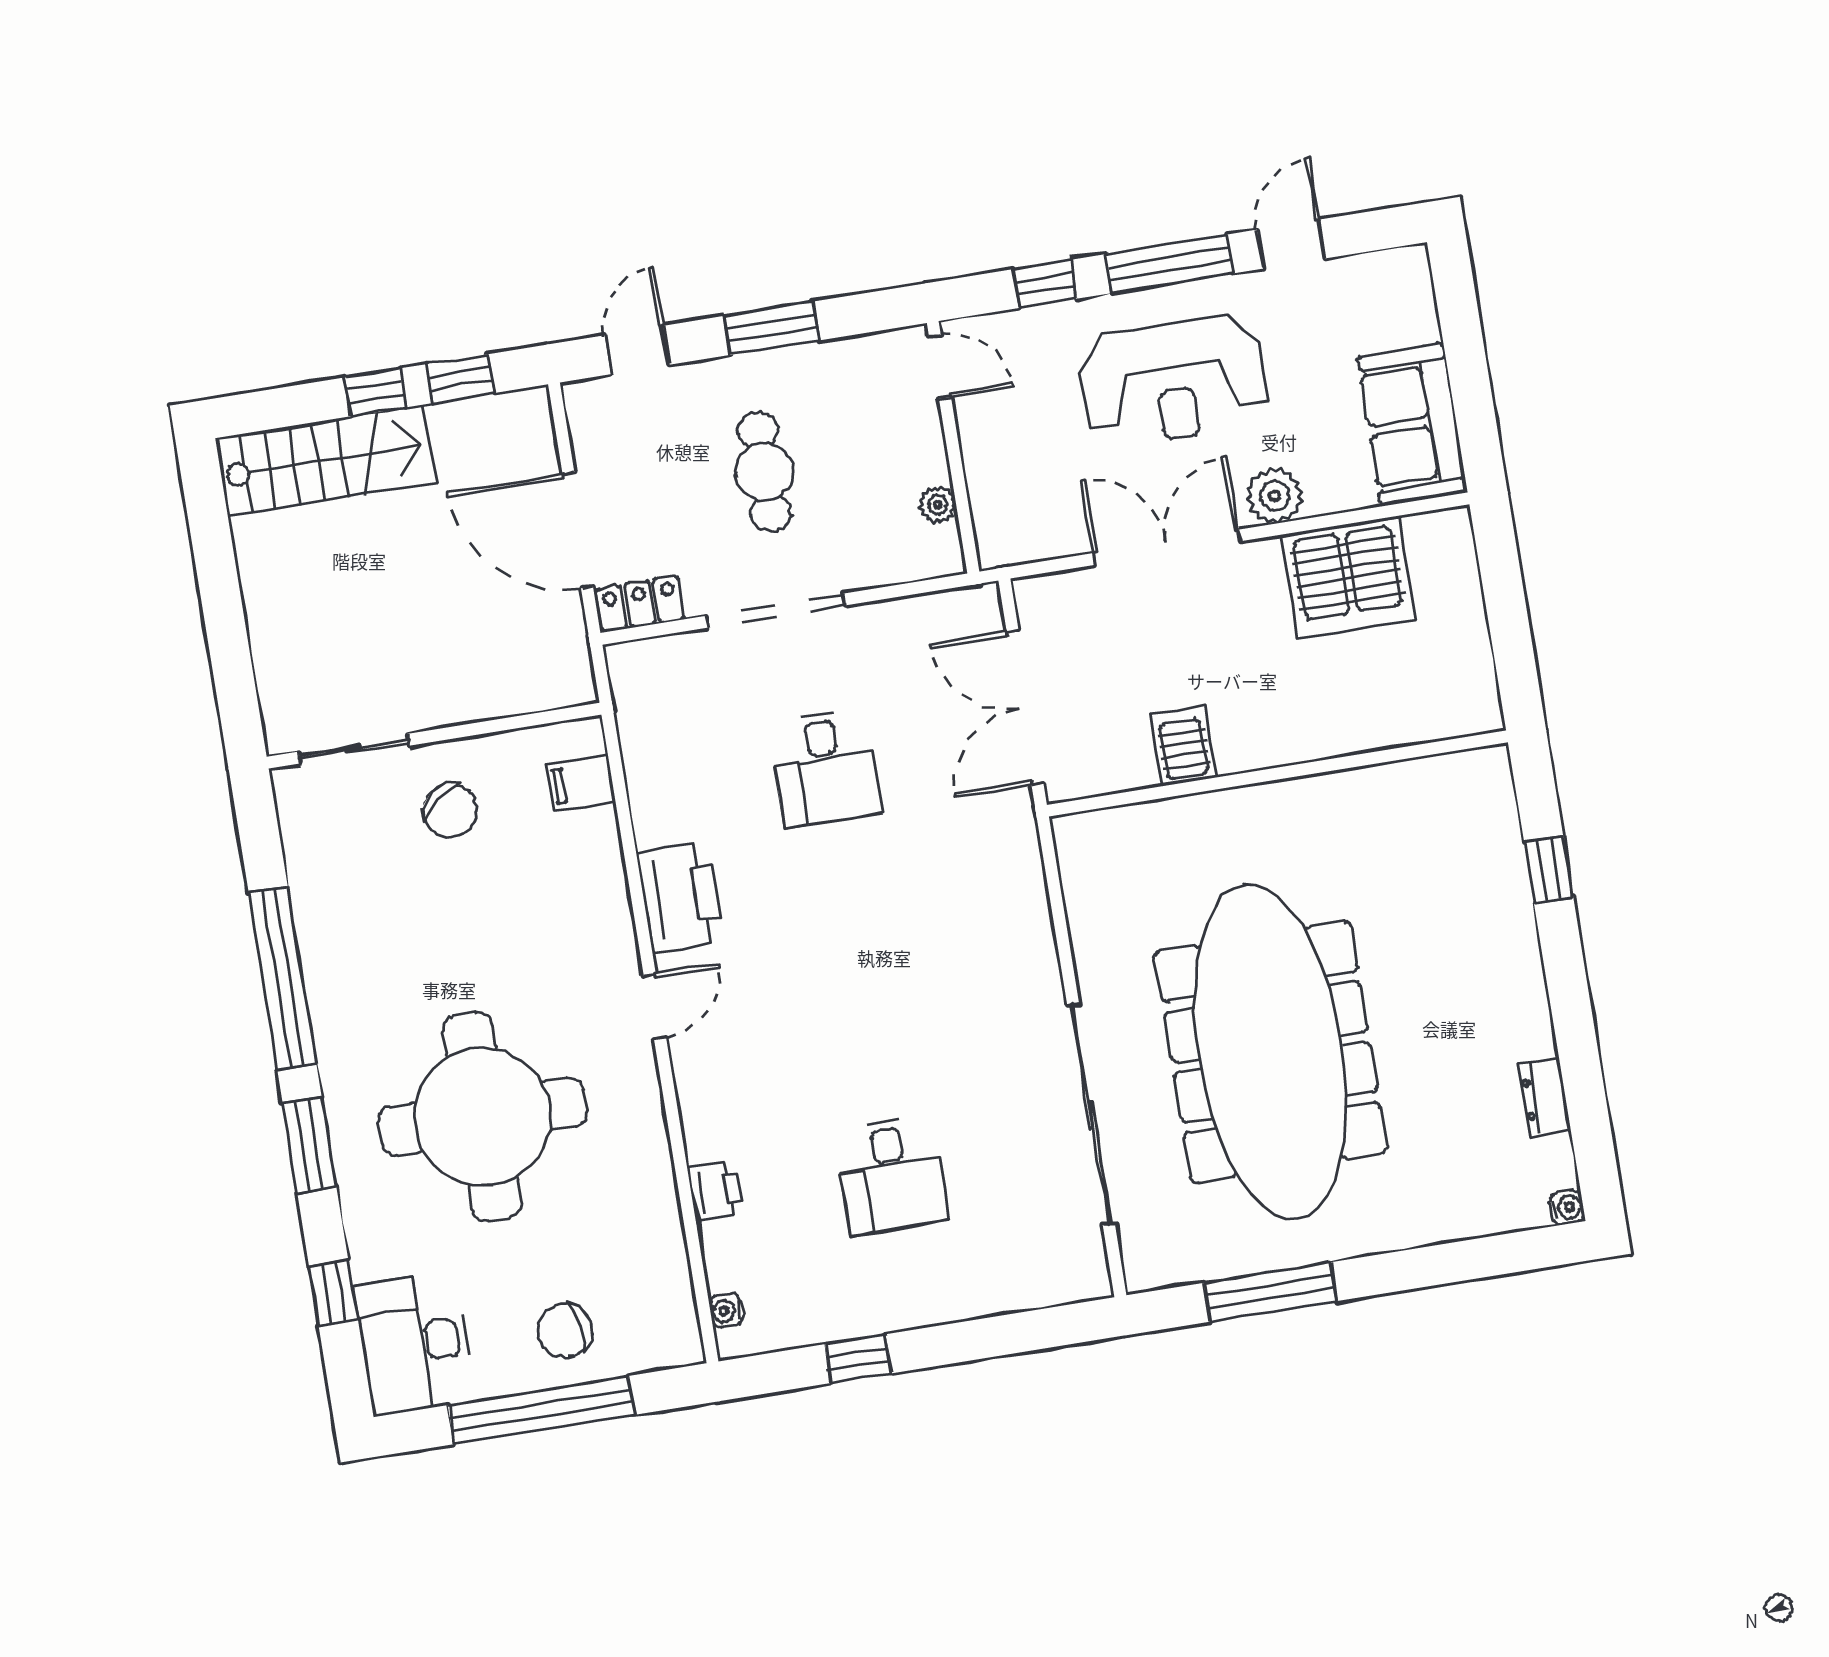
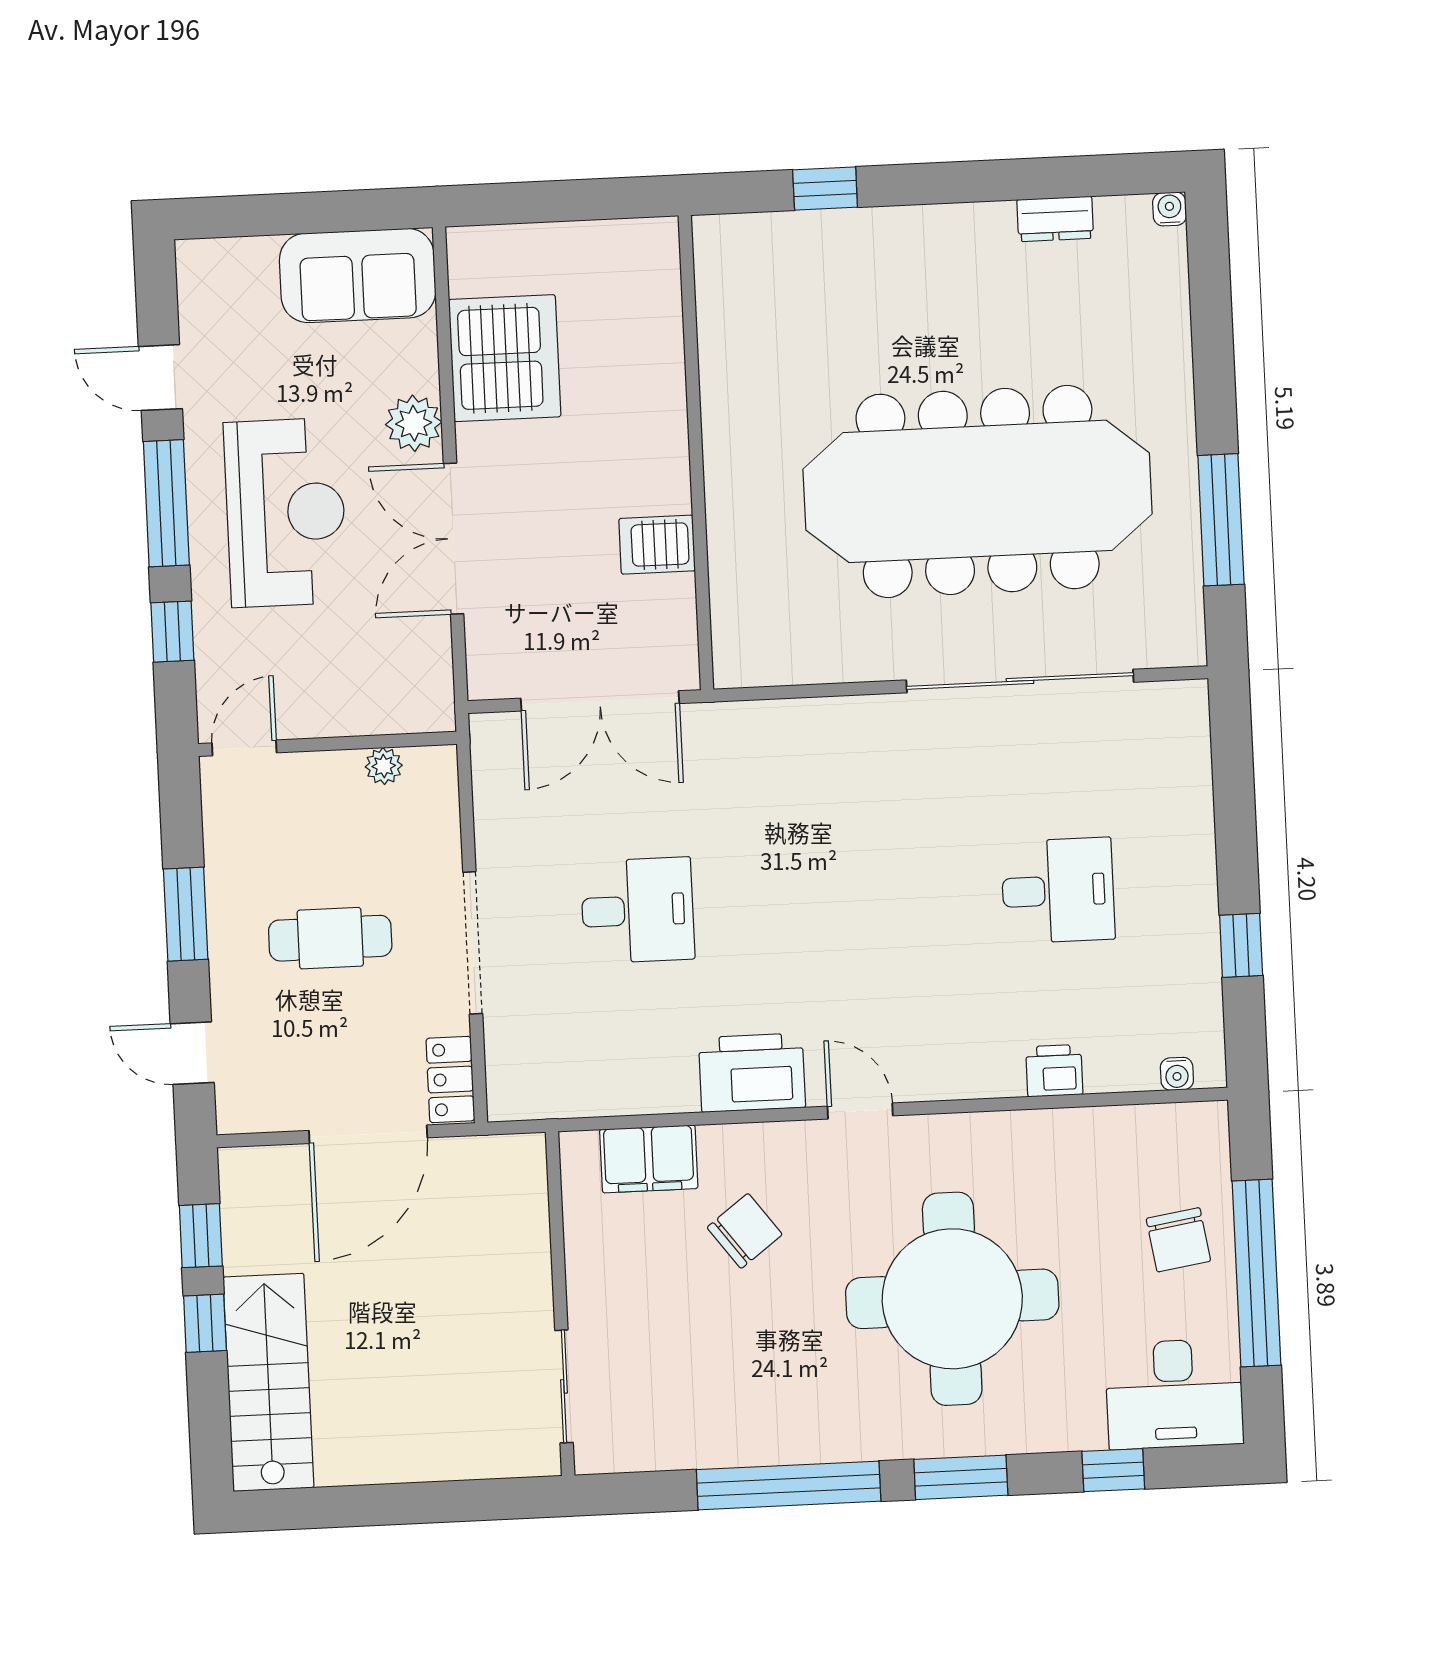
filing cabinet: (581, 783) -> (649, 1159), width x2.00
chair: (450, 811) -> (745, 1231), moved

